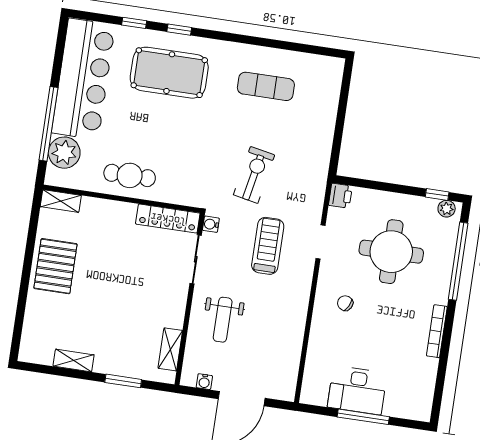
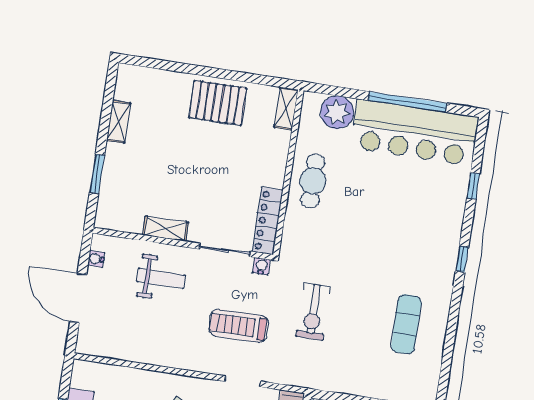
window: (179, 30) -> (462, 259), moved
pool table: (169, 73) -> (421, 223), removed
window: (48, 124) -> (408, 102), moved
exercise bike: (254, 175) -> (313, 312), turned 79
treadmill: (268, 246) -> (239, 326), turned 180
weight bench: (223, 320) -> (161, 278), turned 180
shelving: (170, 349) -> (166, 229), moved

